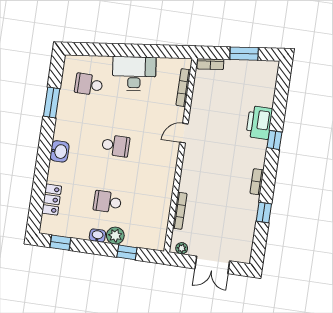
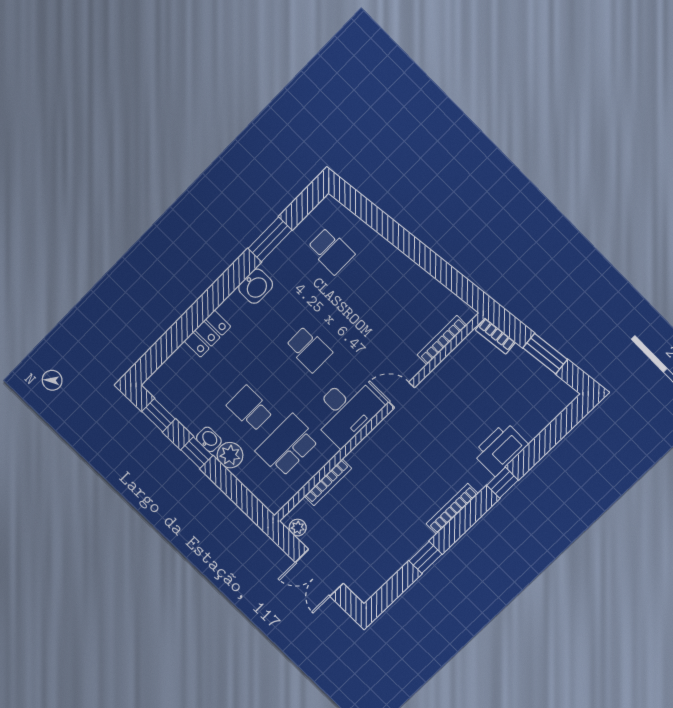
desk: (134, 74) -> (346, 410), moved, turned 97
school desk: (89, 84) -> (331, 251), turned 180
washbasin: (60, 151) -> (256, 286), moved
bookcase: (257, 182) -> (452, 509), width x1.56
locker: (52, 200) -> (207, 334), moved
school desk: (143, 207) -> (287, 445), added
window: (127, 252) -> (197, 453), moved

